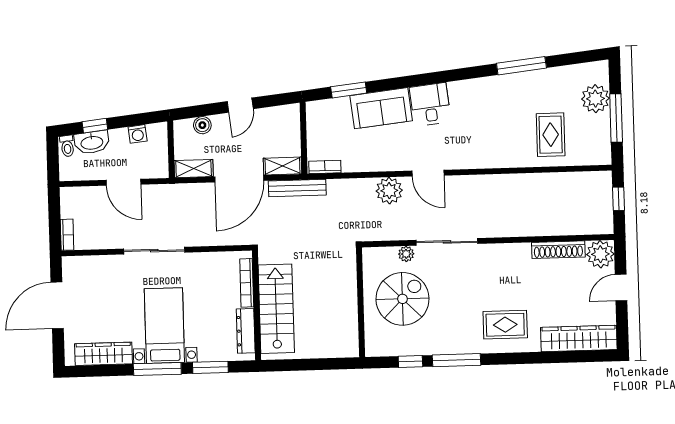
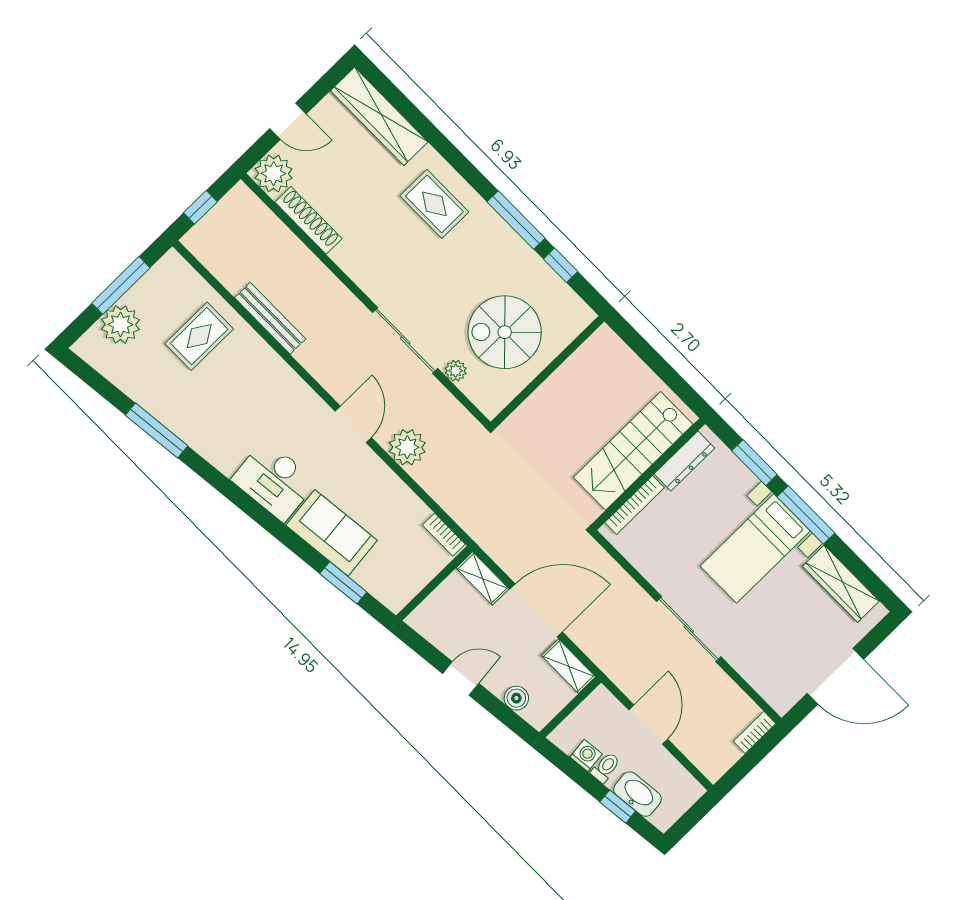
desk: (430, 104) -> (274, 481), width x1.37
toilet: (67, 146) -> (605, 768), moved
bench: (297, 188) -> (270, 318), moved

